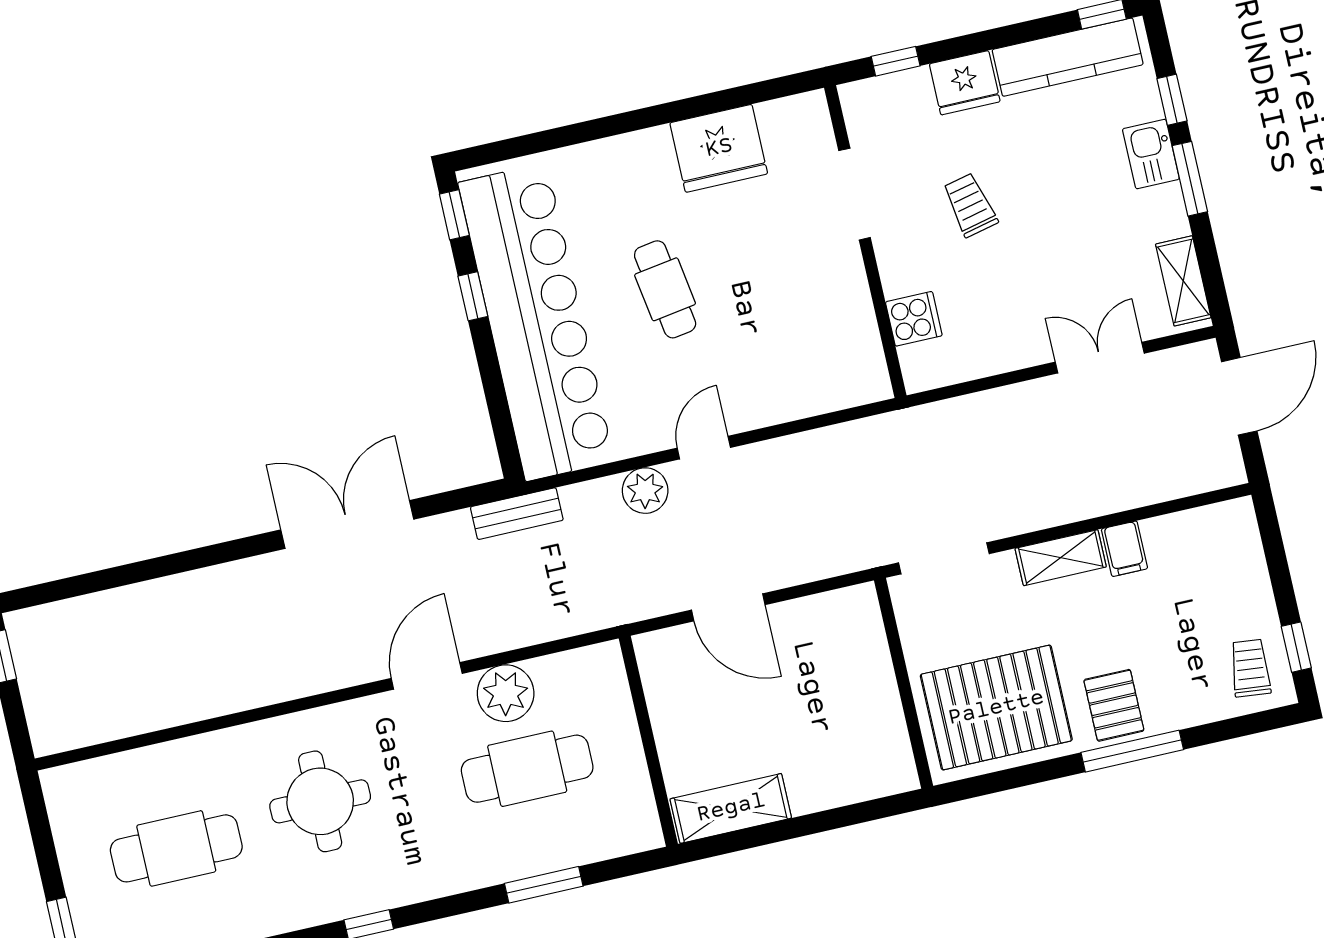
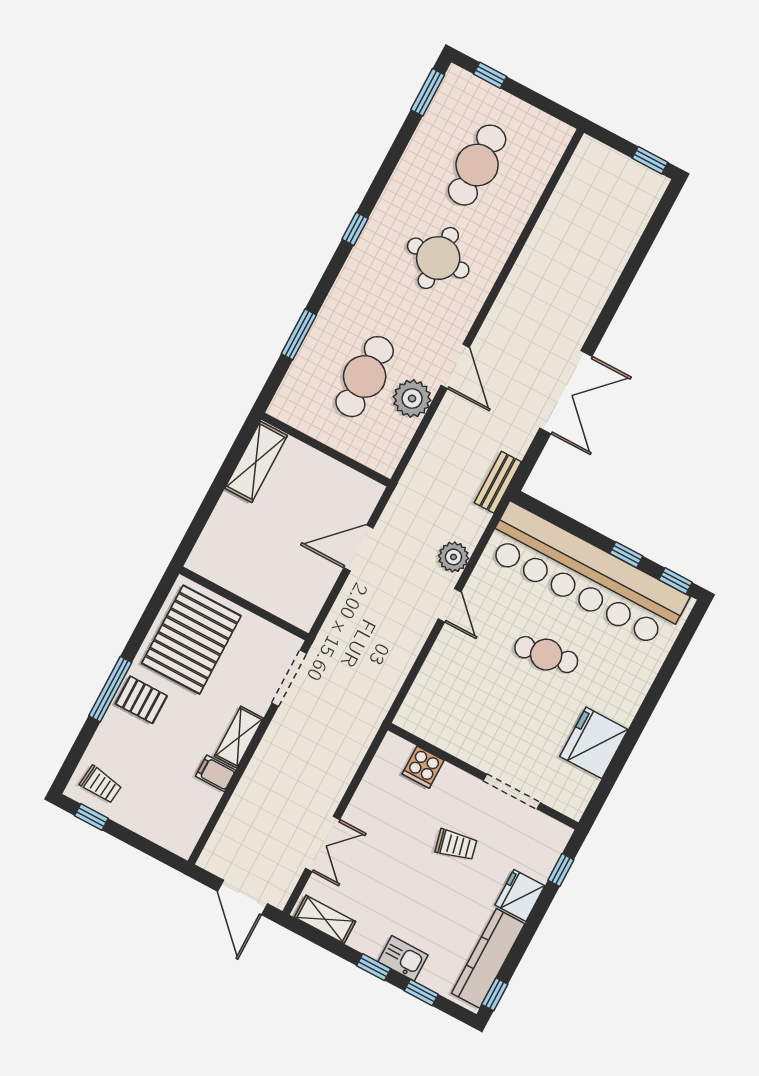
window: (1190, 179) -> (374, 967), width x0.67

